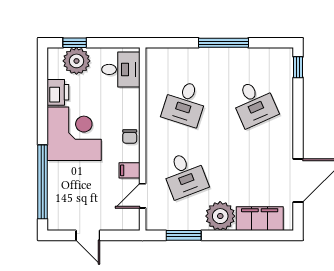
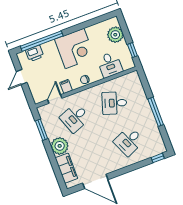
window: (75, 43) -> (132, 50), moved
desk: (121, 69) -> (110, 65), moved
printer: (58, 92) -> (35, 53), moved
door: (143, 196) -> (55, 99), hinge flipped

